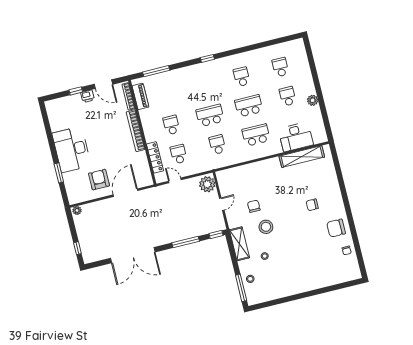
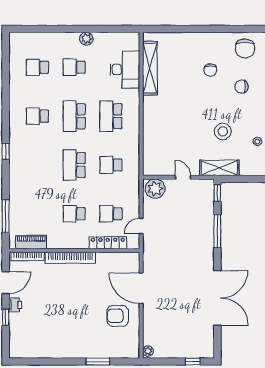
desk: (72, 149) -> (74, 339), removed
chair: (254, 206) -> (242, 87), moved
shelving: (239, 244) -> (219, 168), moved

